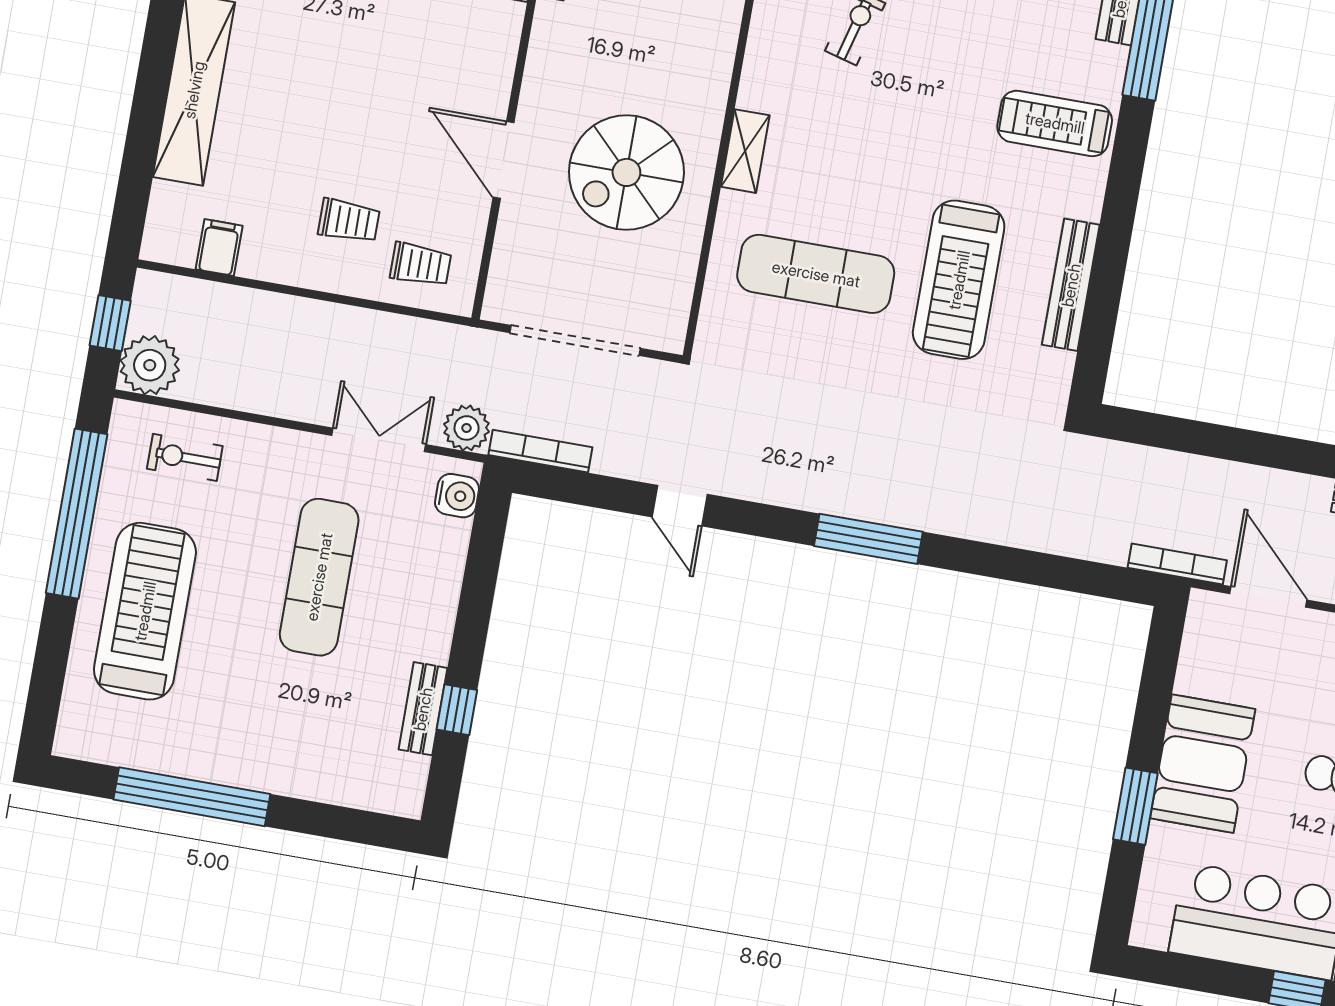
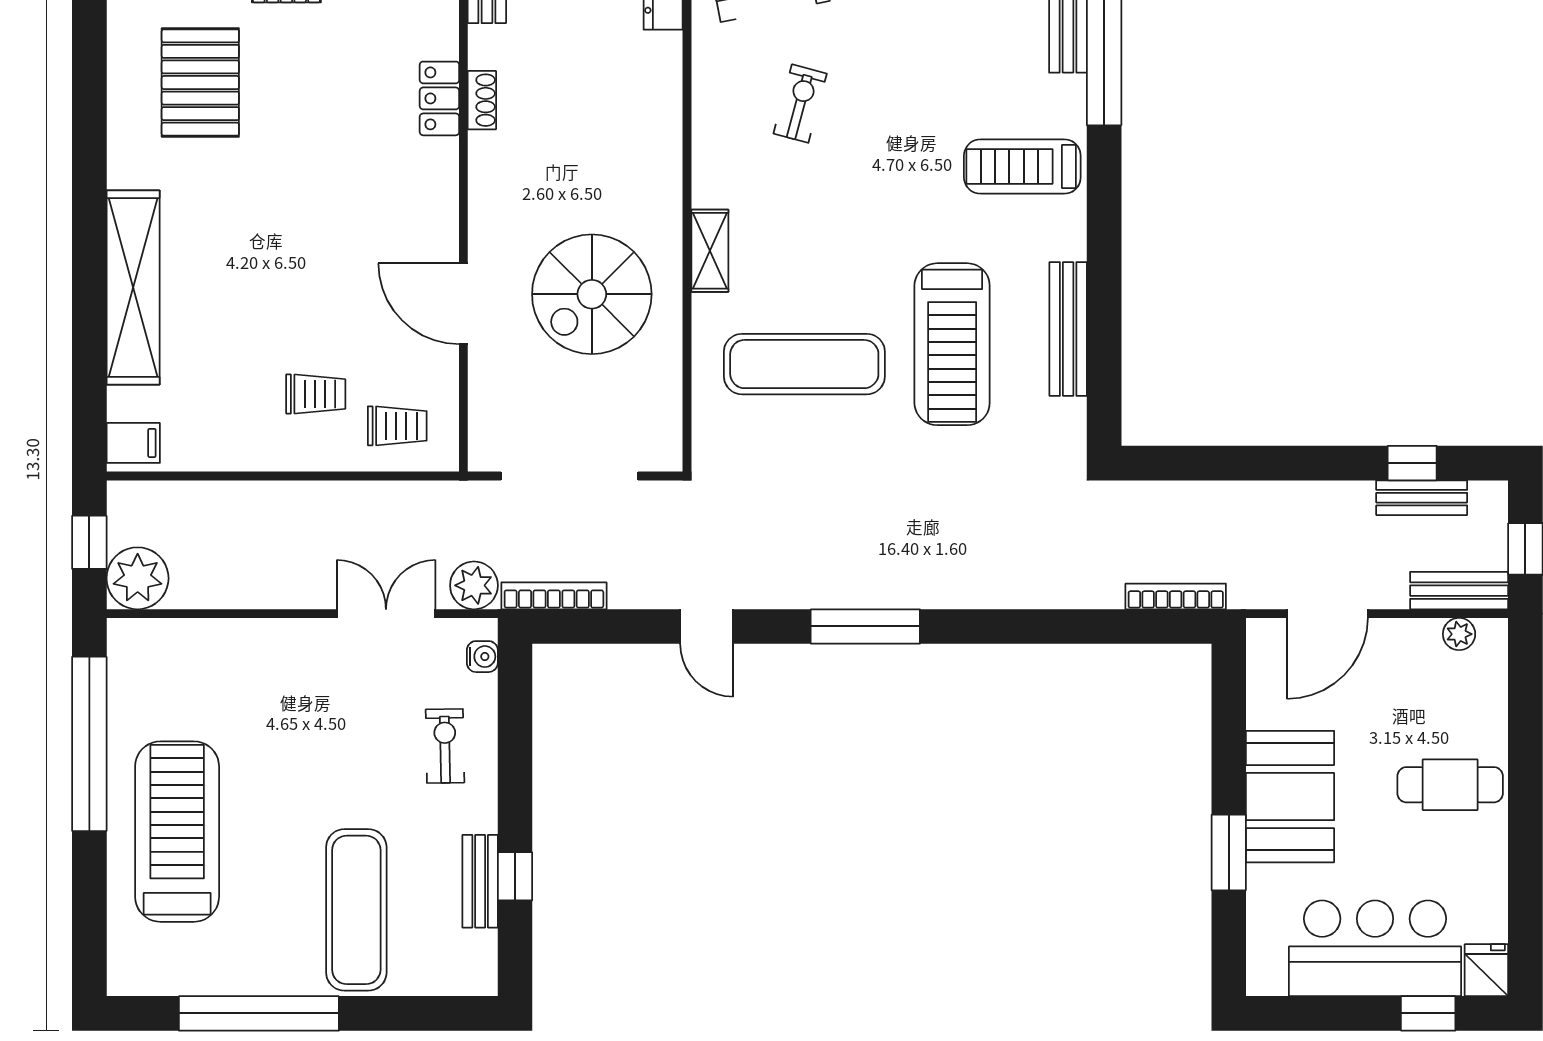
filing cabinet: (219, 248) -> (133, 443), moved, turned 90
exercise bike: (185, 457) -> (445, 746), moved, turned 89
water cooler: (457, 496) -> (482, 657), width x0.72, depth x0.72
window: (868, 539) -> (865, 626), moved
bookcase: (1177, 564) -> (1176, 596), moved
exercise mat: (319, 577) -> (356, 910), moved
door: (1268, 597) -> (1327, 614), swing flipped

